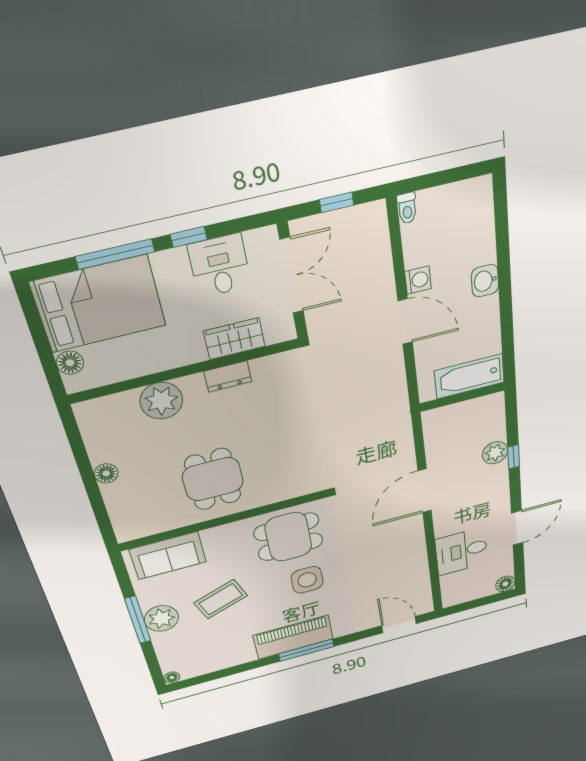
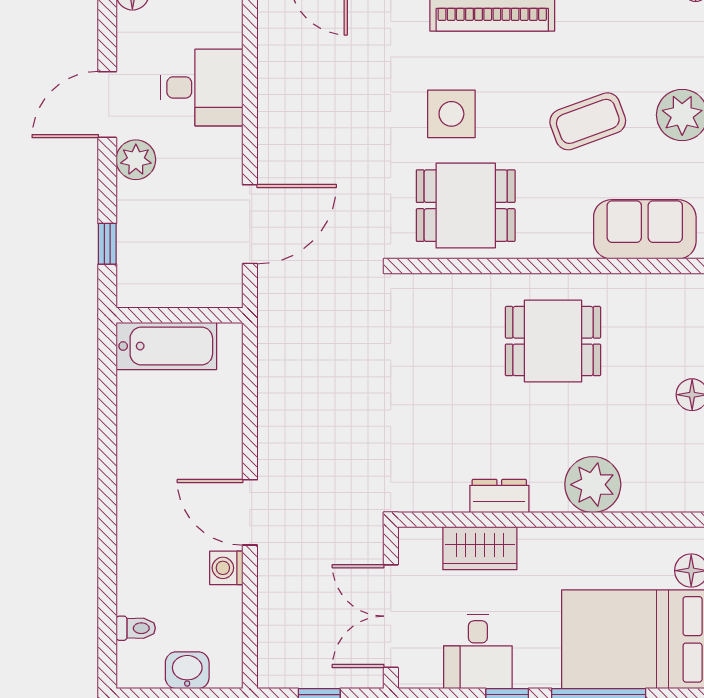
toilet: (407, 208) -> (136, 628), moved, turned 90
washbasin: (485, 281) -> (187, 670), moved, turned -90
bathtub: (469, 376) -> (166, 346), moved
wall: (462, 397) -> (179, 315), moved
plant: (495, 453) -> (136, 160), moved
dining table: (213, 479) -> (553, 341), turned 90

